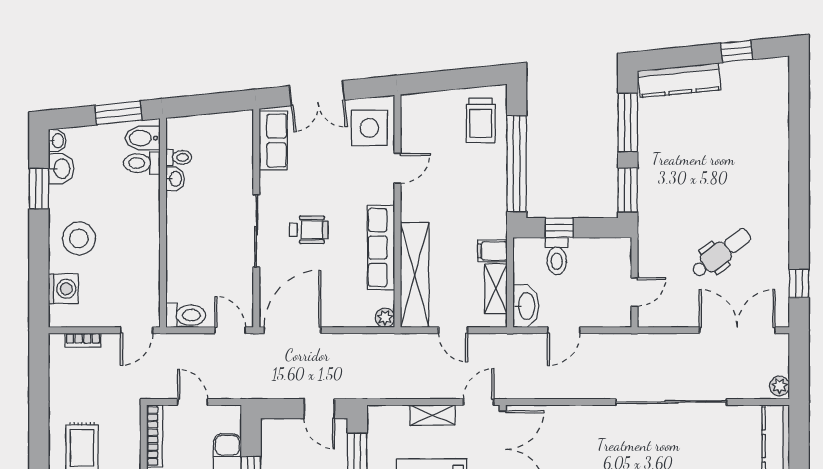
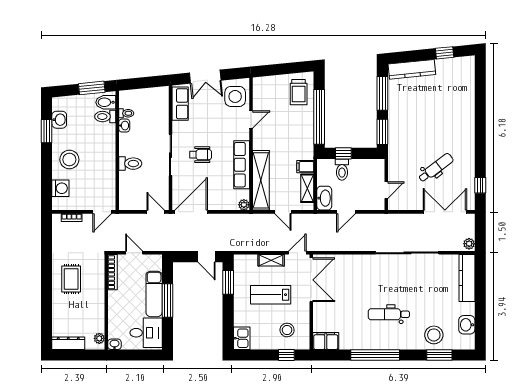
washbasin: (57, 141) -> (57, 104), removed
toilet: (186, 315) -> (130, 164), moved

